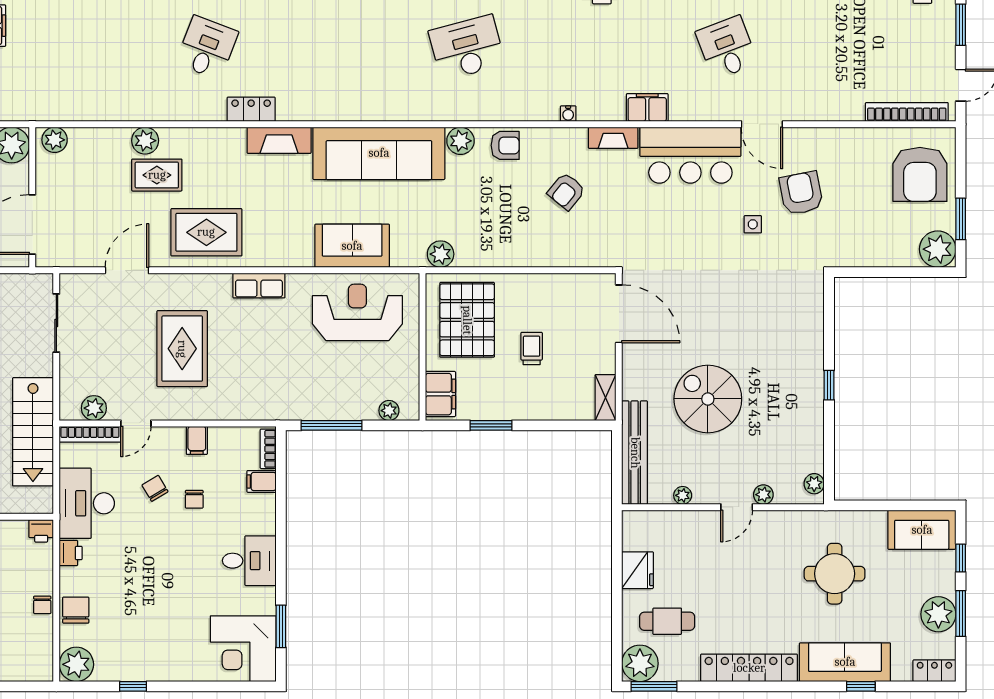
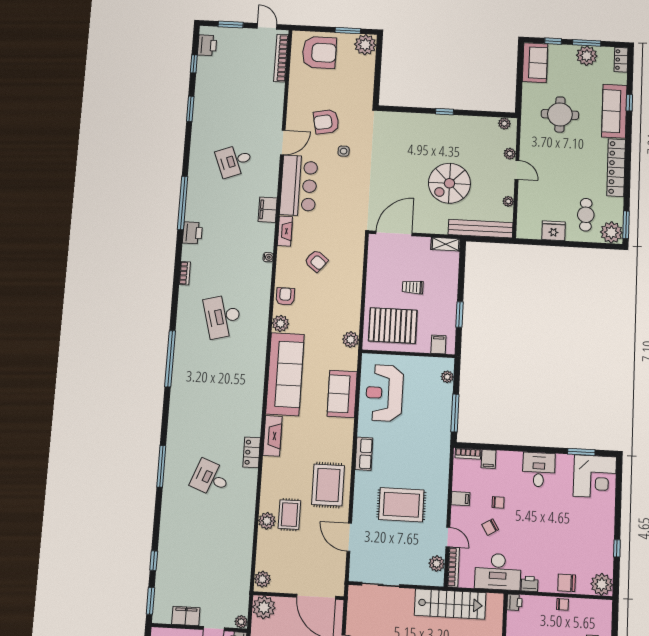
filing cabinet: (440, 394) -> (438, 344), width x0.50

